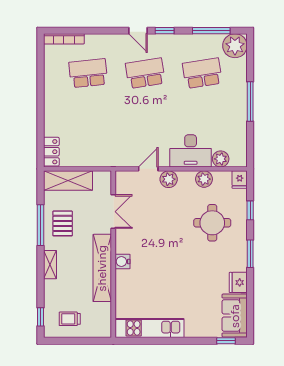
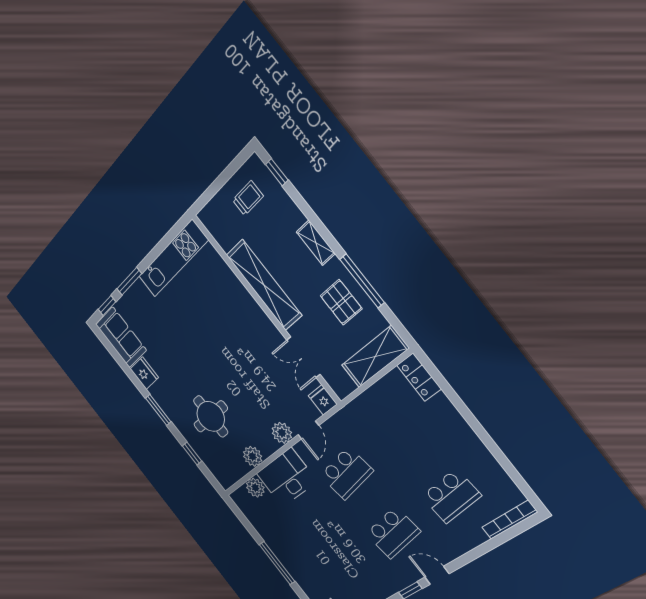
school desk: (202, 73) -> (346, 473), moved
fridge: (240, 180) -> (323, 400), moved
water cooler: (123, 262) -> (252, 309), removed
window: (194, 341) -> (129, 281), added

